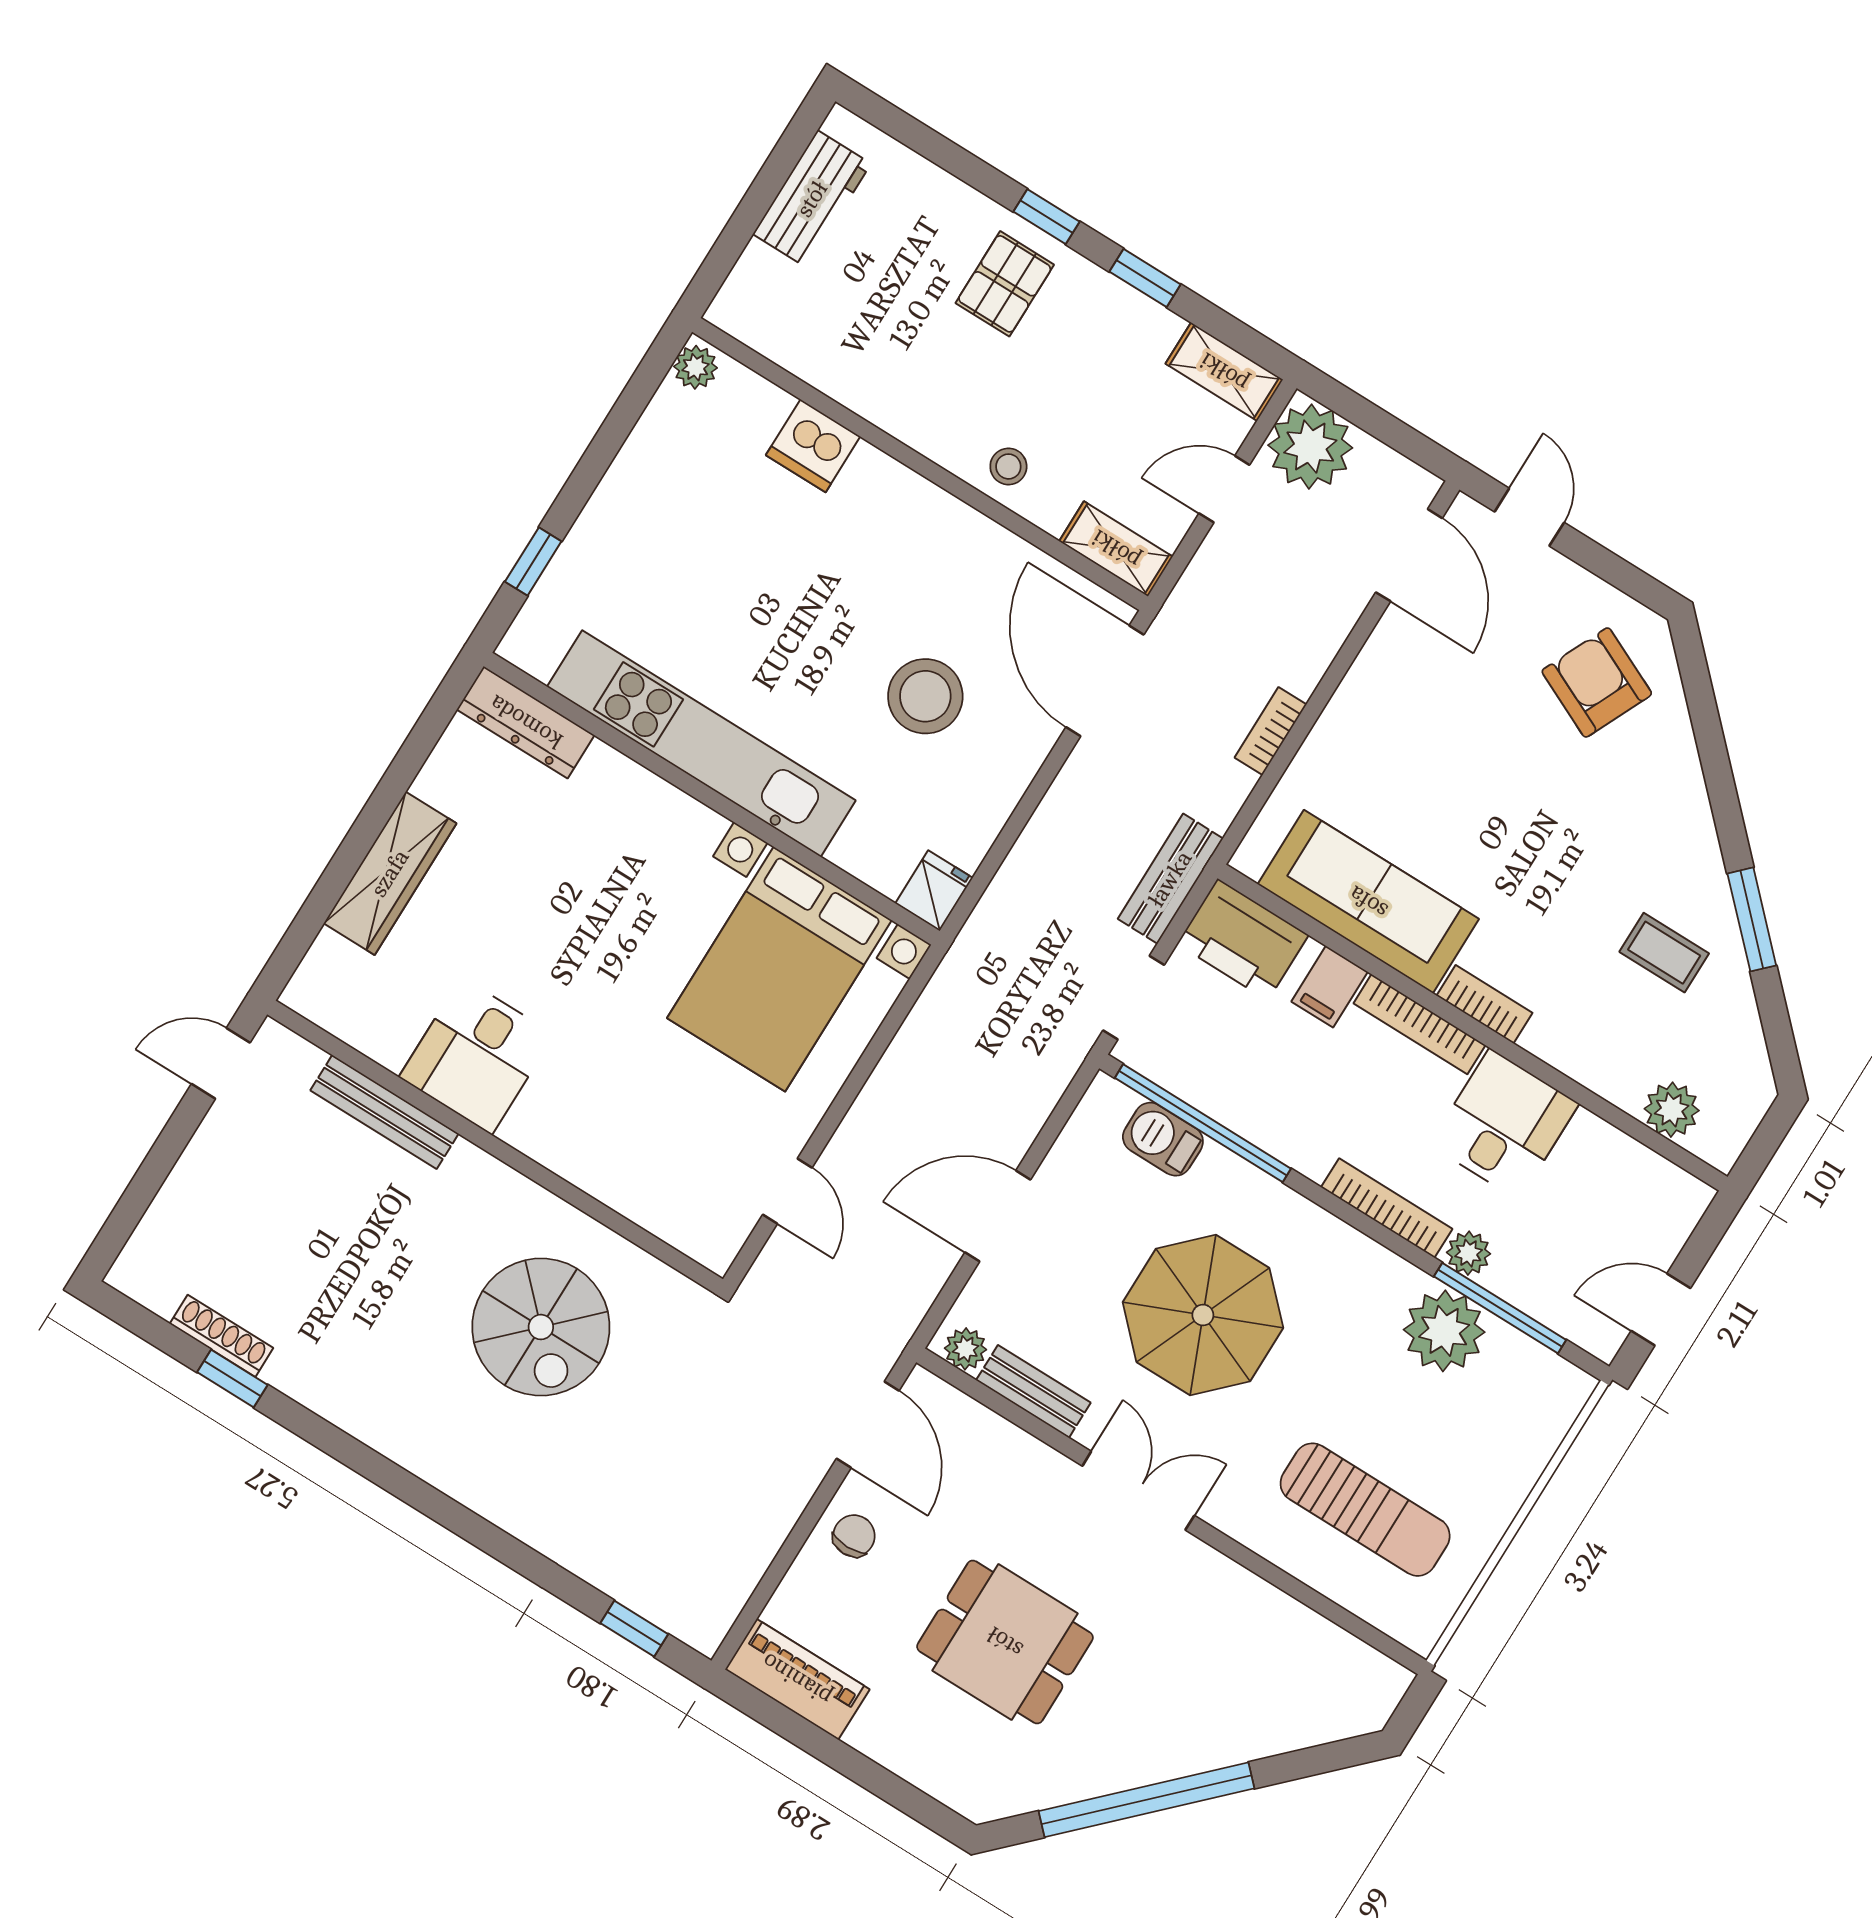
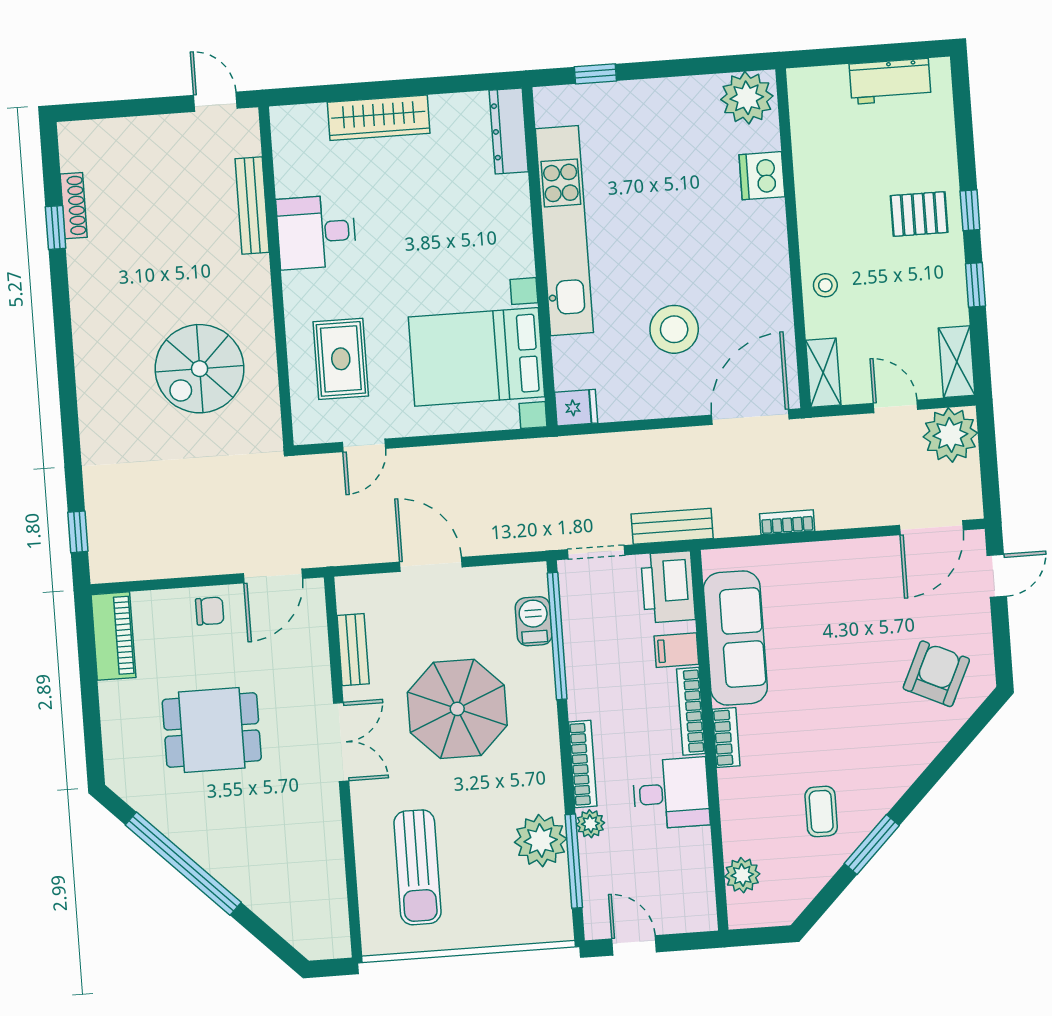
plant: (696, 367) -> (747, 98), width x1.87, depth x1.87
rug: (658, 1141) -> (341, 359), added
plant: (966, 1349) -> (349, 598), removed
dining table: (1005, 1642) -> (212, 730), turned 90

